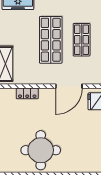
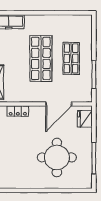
round table: (41, 150) -> (57, 157), moved

